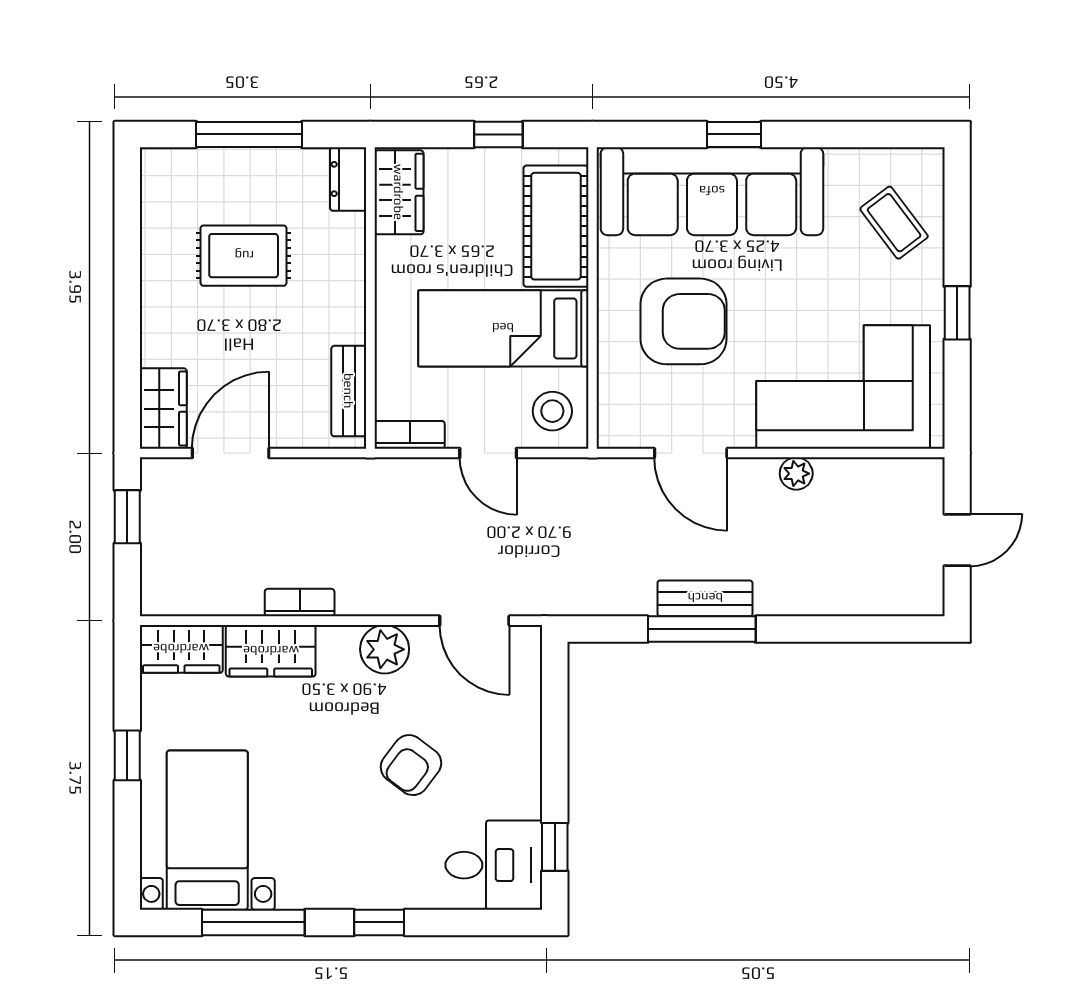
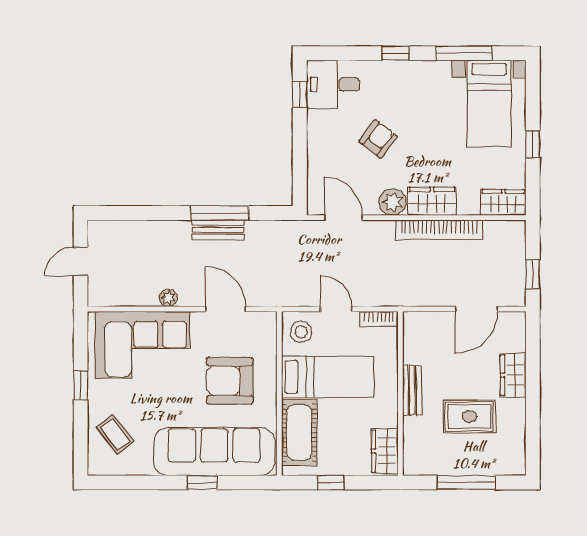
dresser: (348, 179) -> (412, 458), removed
bench: (349, 391) -> (412, 390), moved
wardrobe: (163, 409) -> (513, 375), moved
bookcase: (300, 603) -> (439, 230), width x2.31, depth x1.31
wardrobe: (271, 651) -> (432, 201), moved

